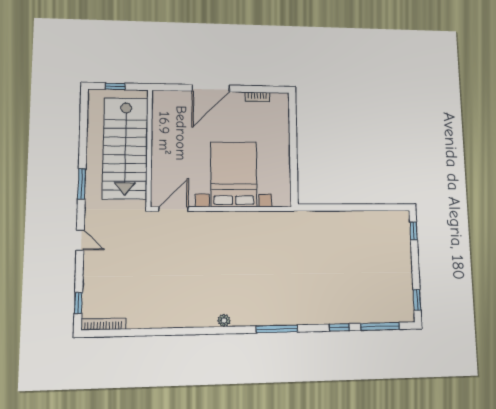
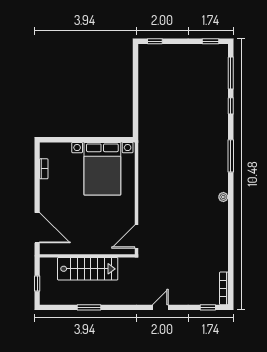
door: (211, 88) -> (37, 228), moved
stairs: (125, 148) -> (88, 269), width x0.73, depth x0.66
bed with nightstands: (234, 174) -> (102, 169), moved, turned -90
window: (82, 184) -> (89, 307), moved
door: (173, 209) -> (136, 236), hinge flipped

